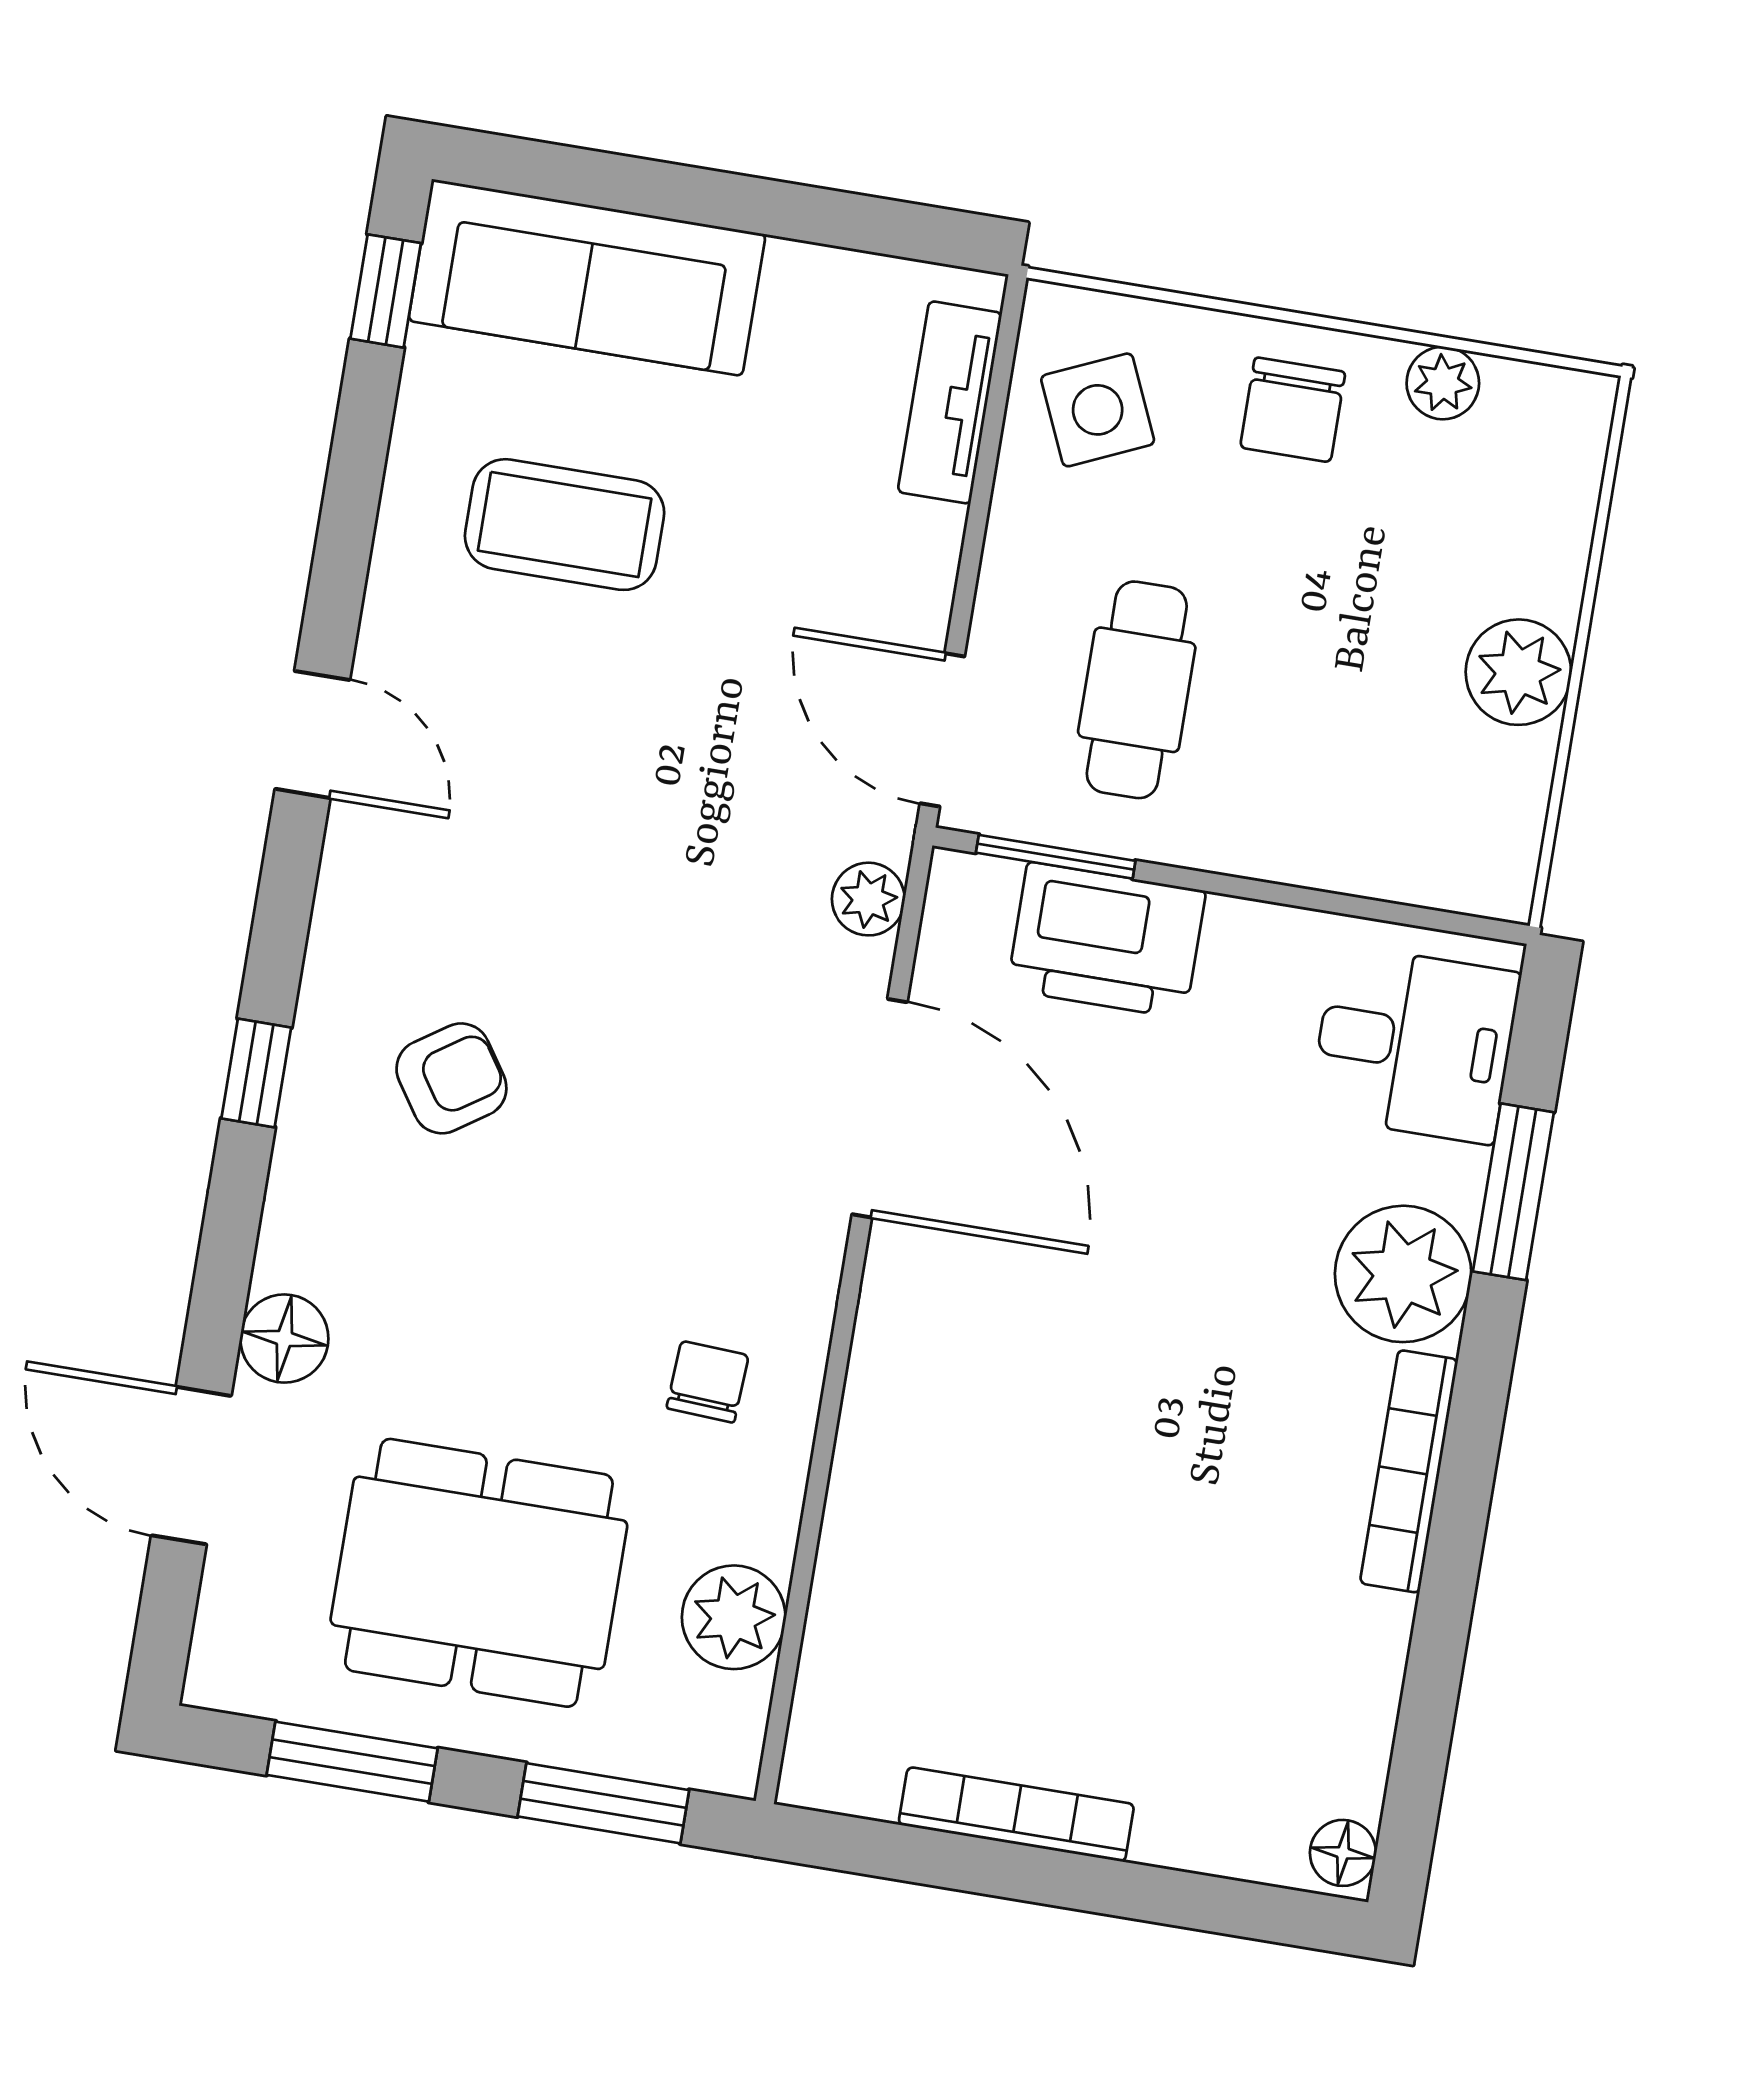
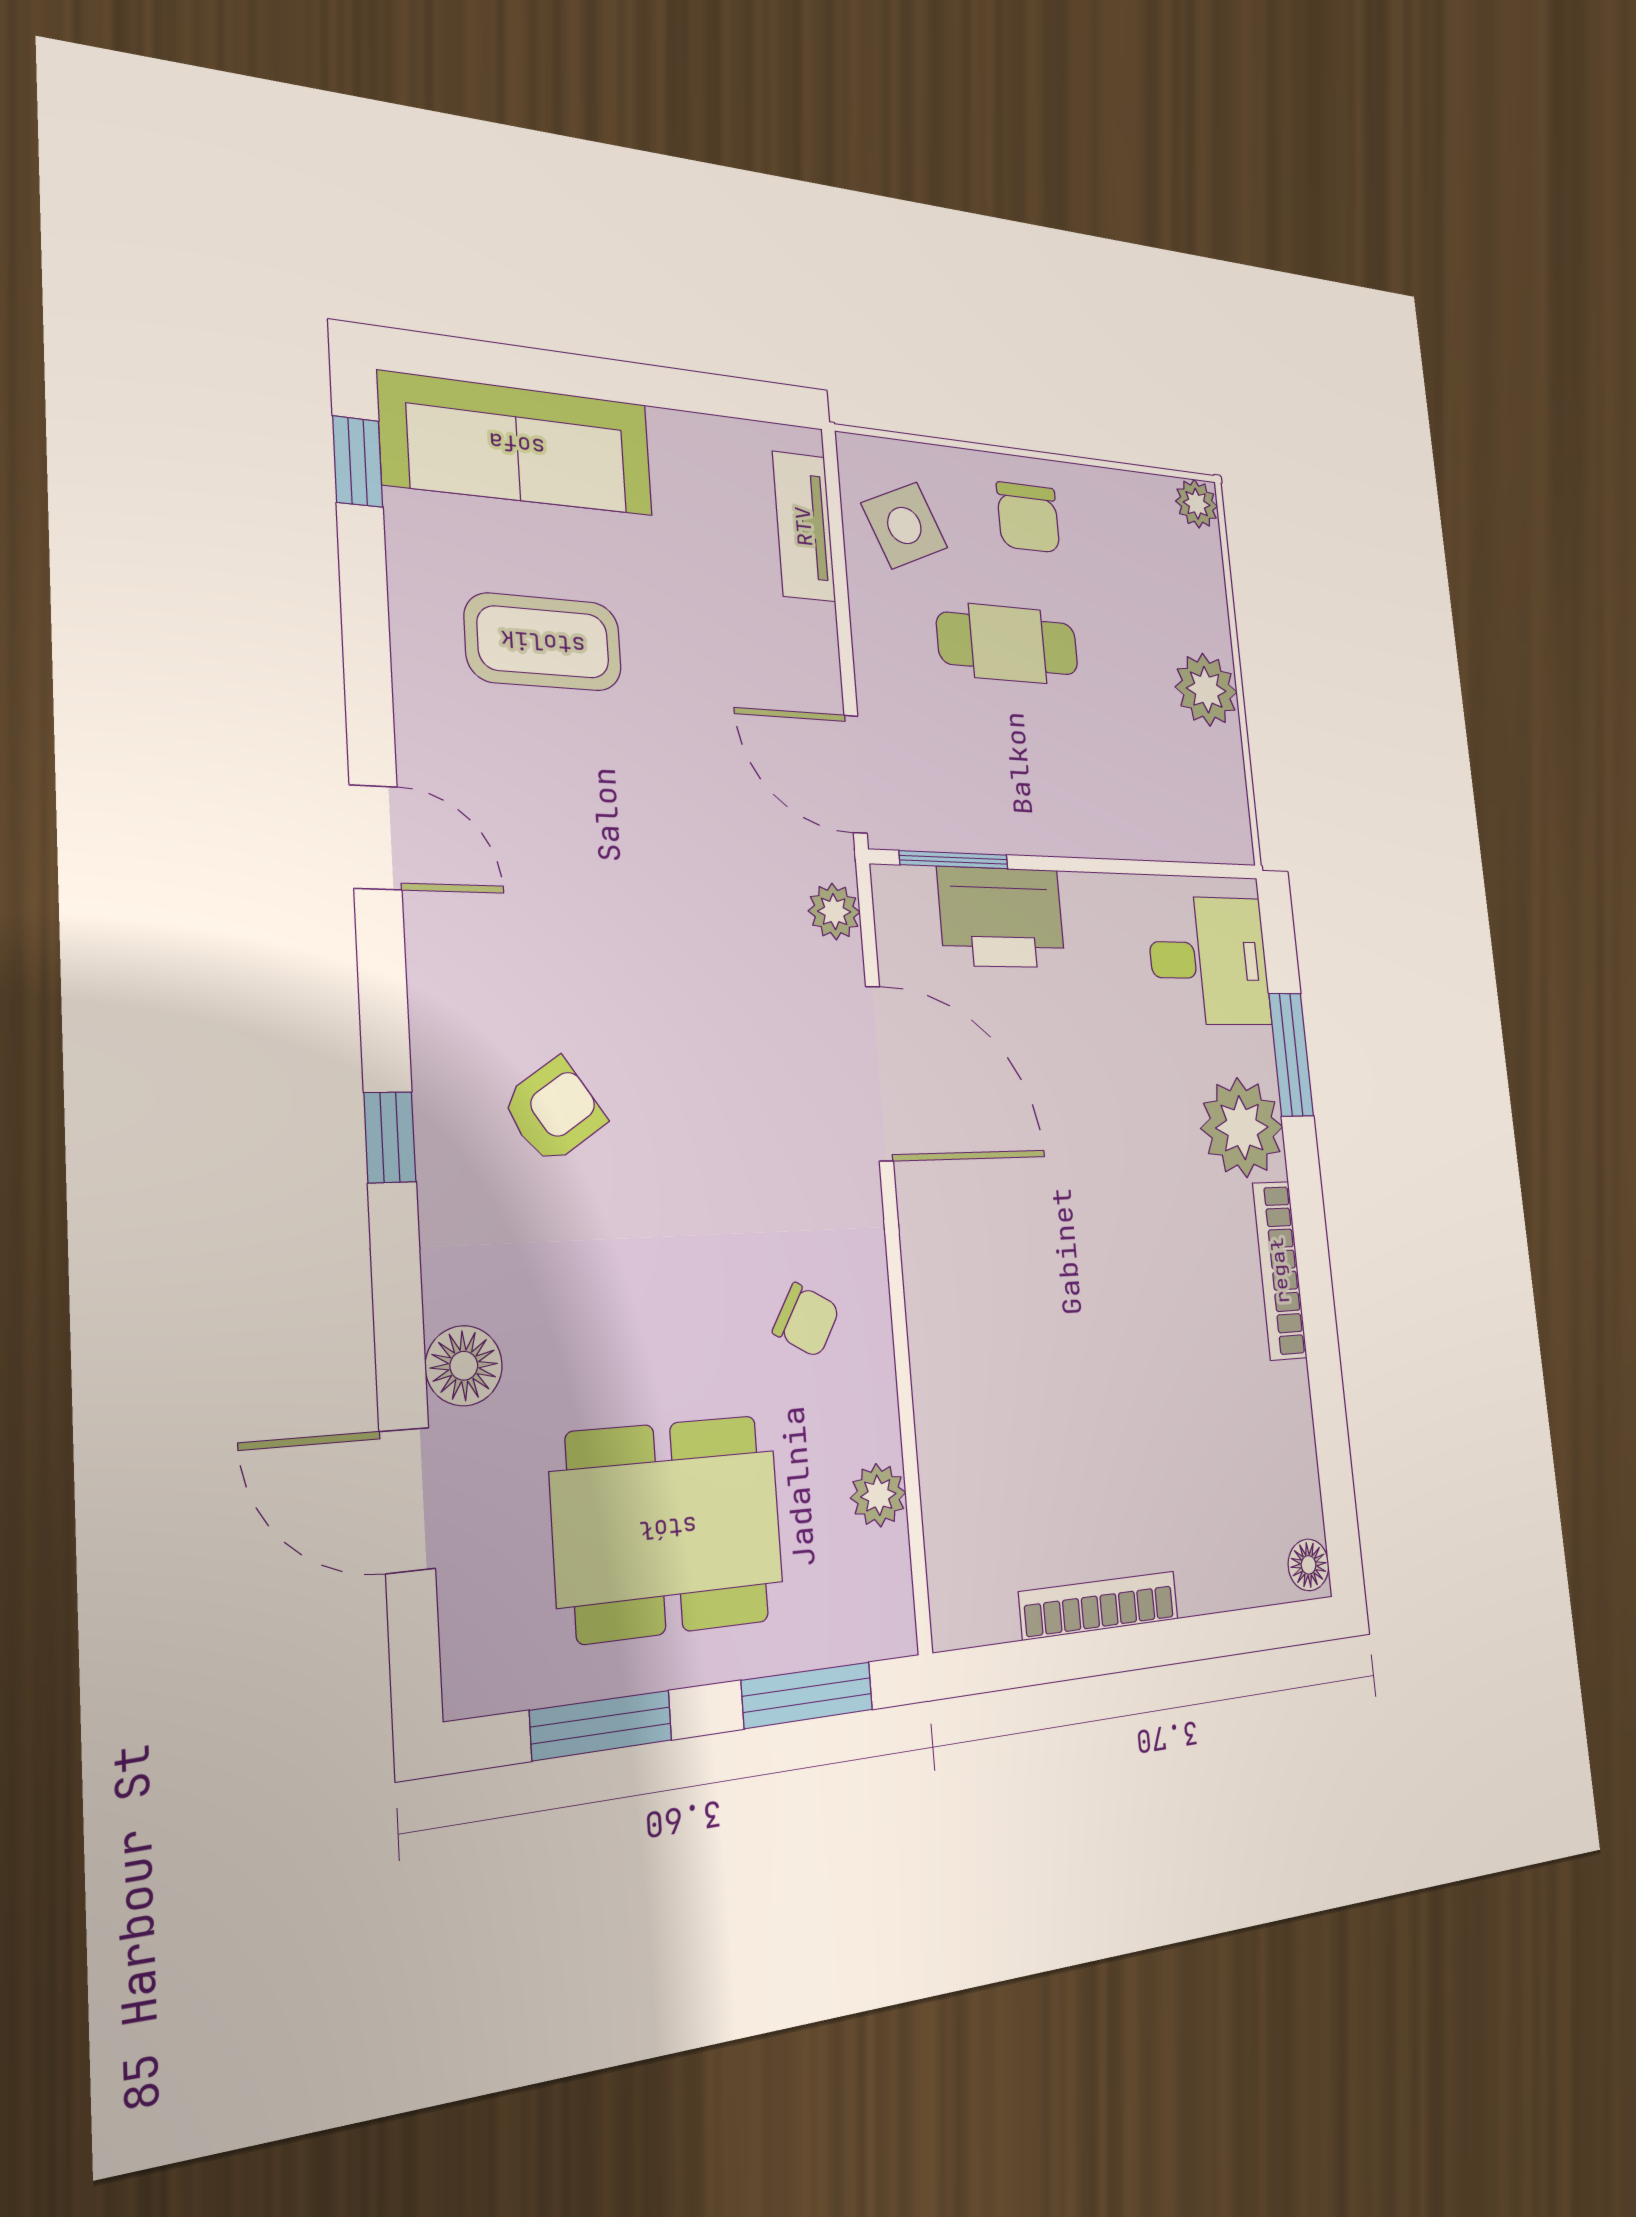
plant: (1443, 383) -> (1197, 504), moved
cafe table: (1137, 690) -> (1008, 644), moved, turned 90
chair: (708, 1382) -> (806, 1320), turned 117
plant: (734, 1617) -> (878, 1495), width x0.73, depth x0.73

